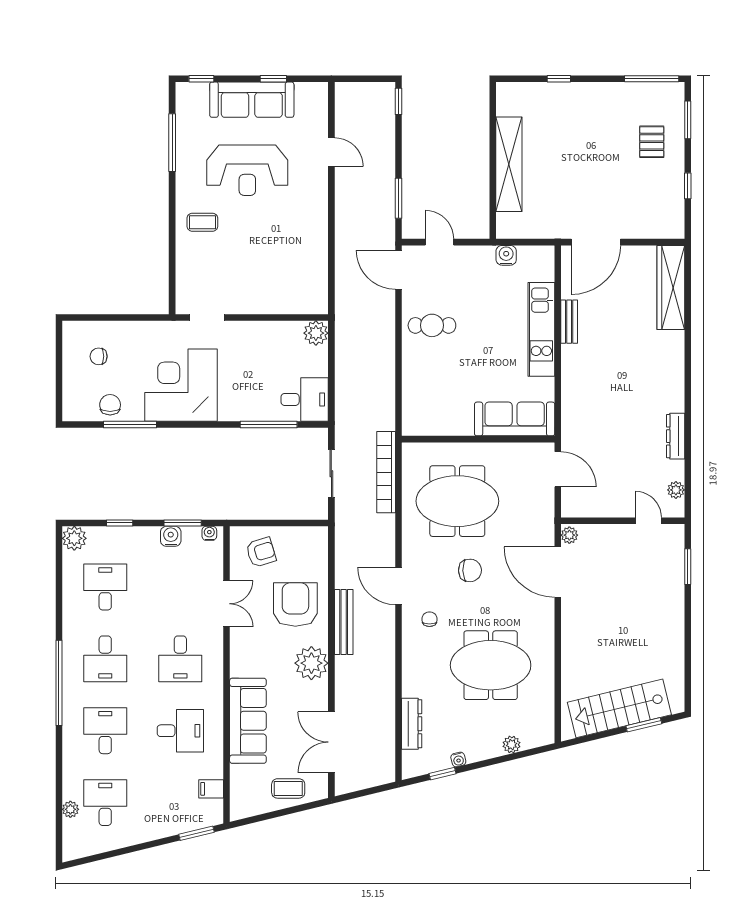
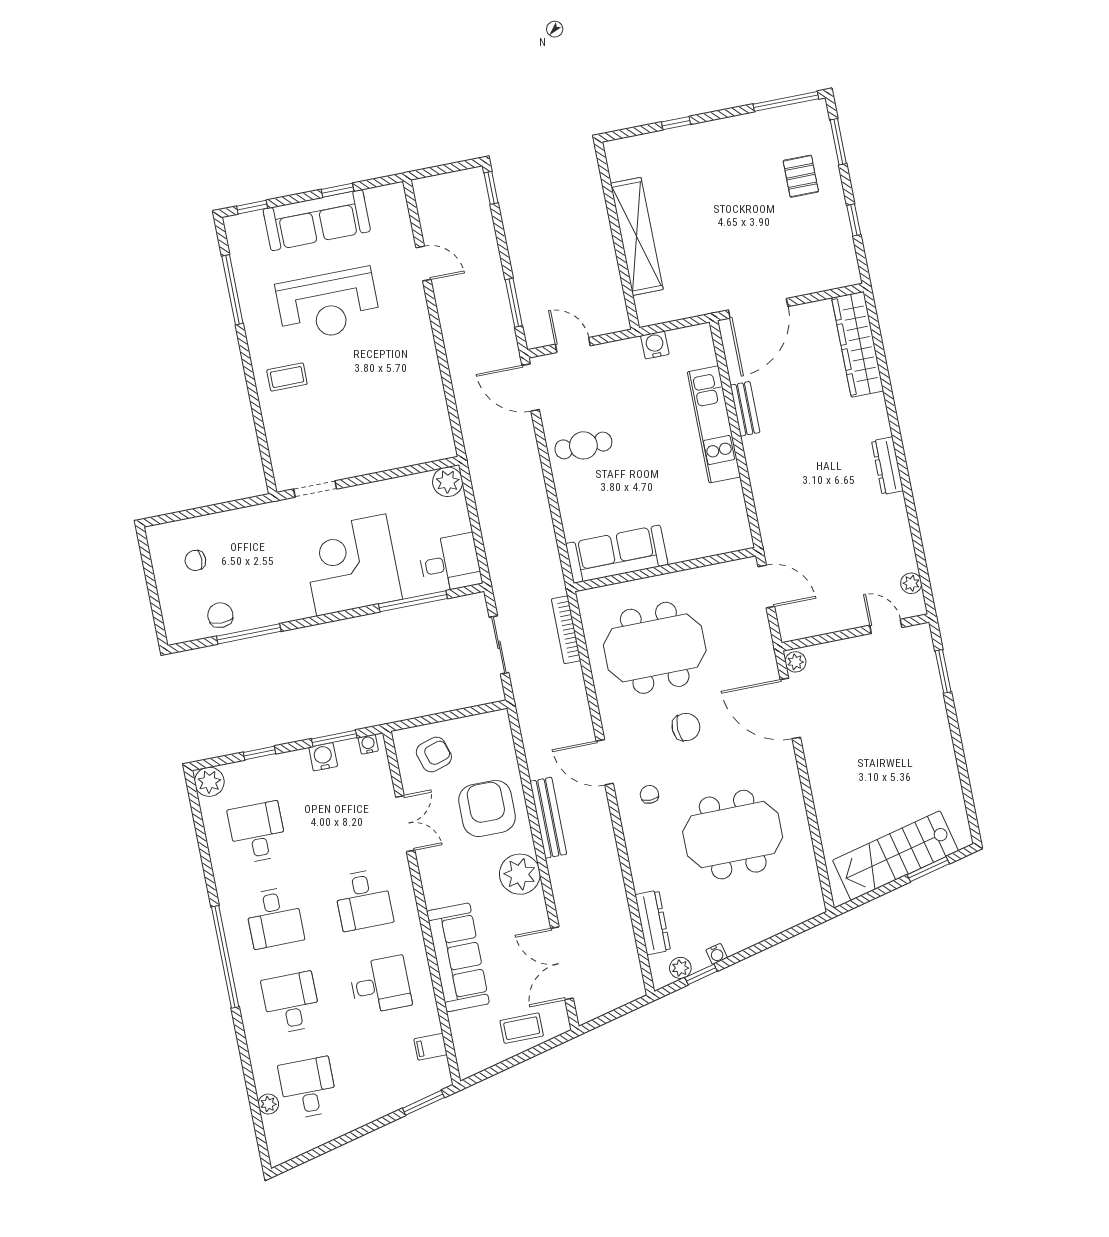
corner desk: (181, 385) -> (351, 565), moved
sofa: (515, 419) -> (617, 554), moved
dresser: (676, 436) -> (887, 466), moved
bookcase: (386, 472) -> (566, 630), width x0.68, depth x0.76
plant: (512, 745) -> (680, 968), moved

